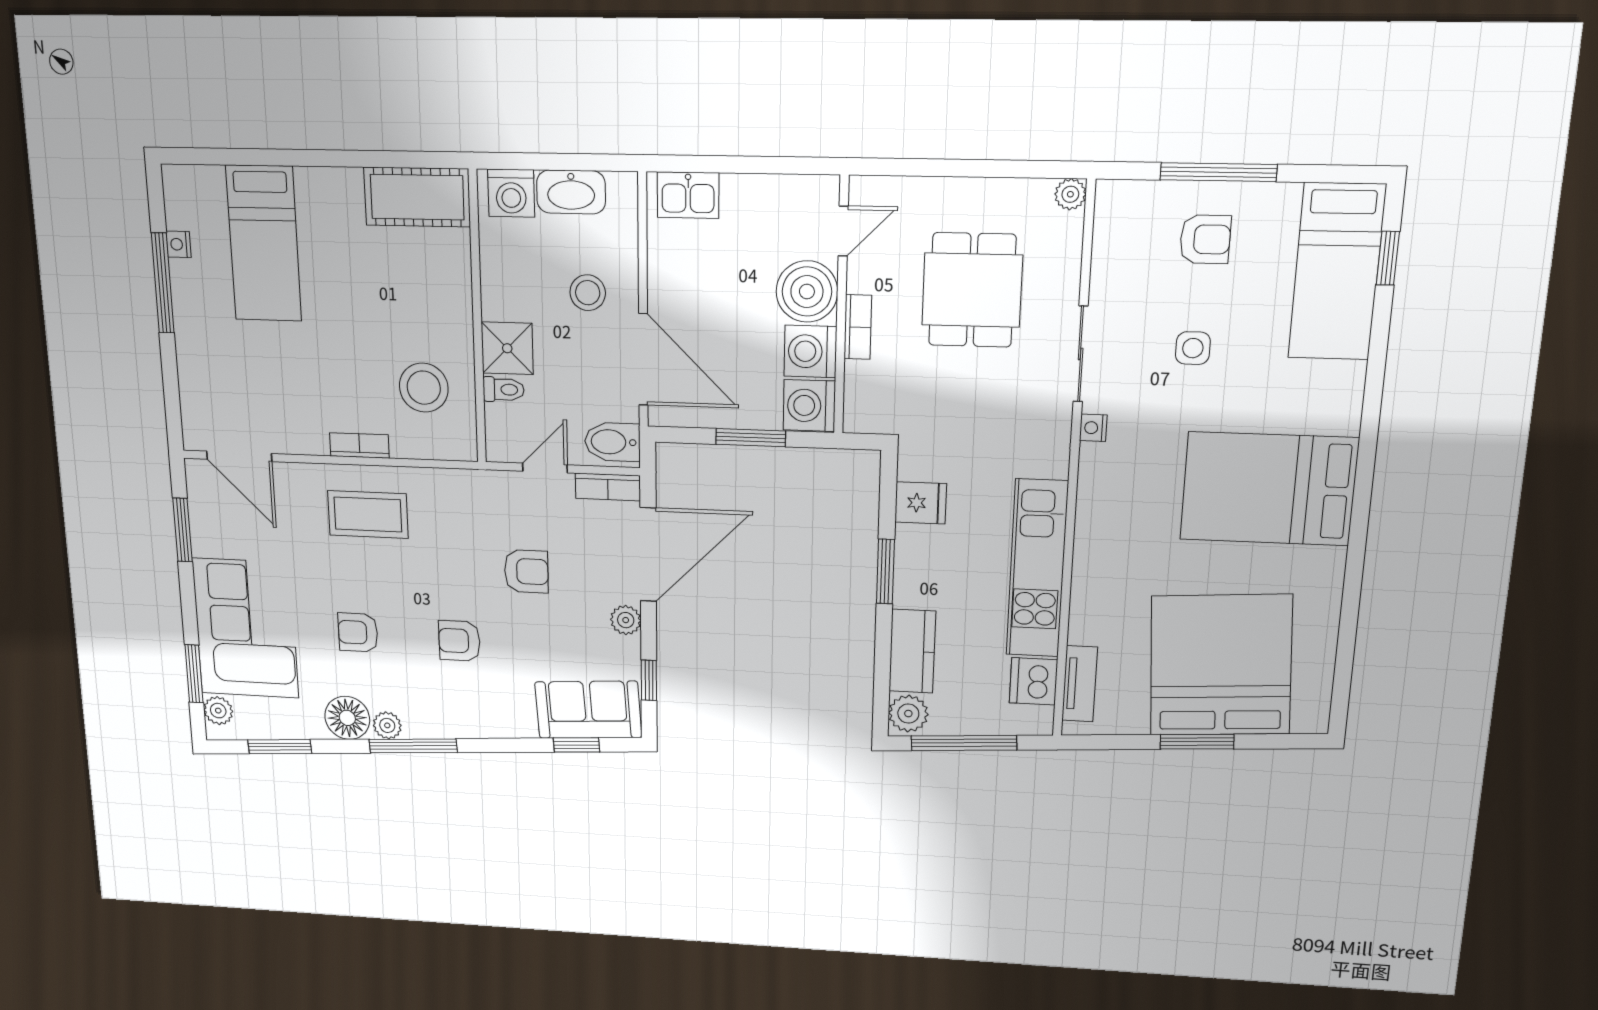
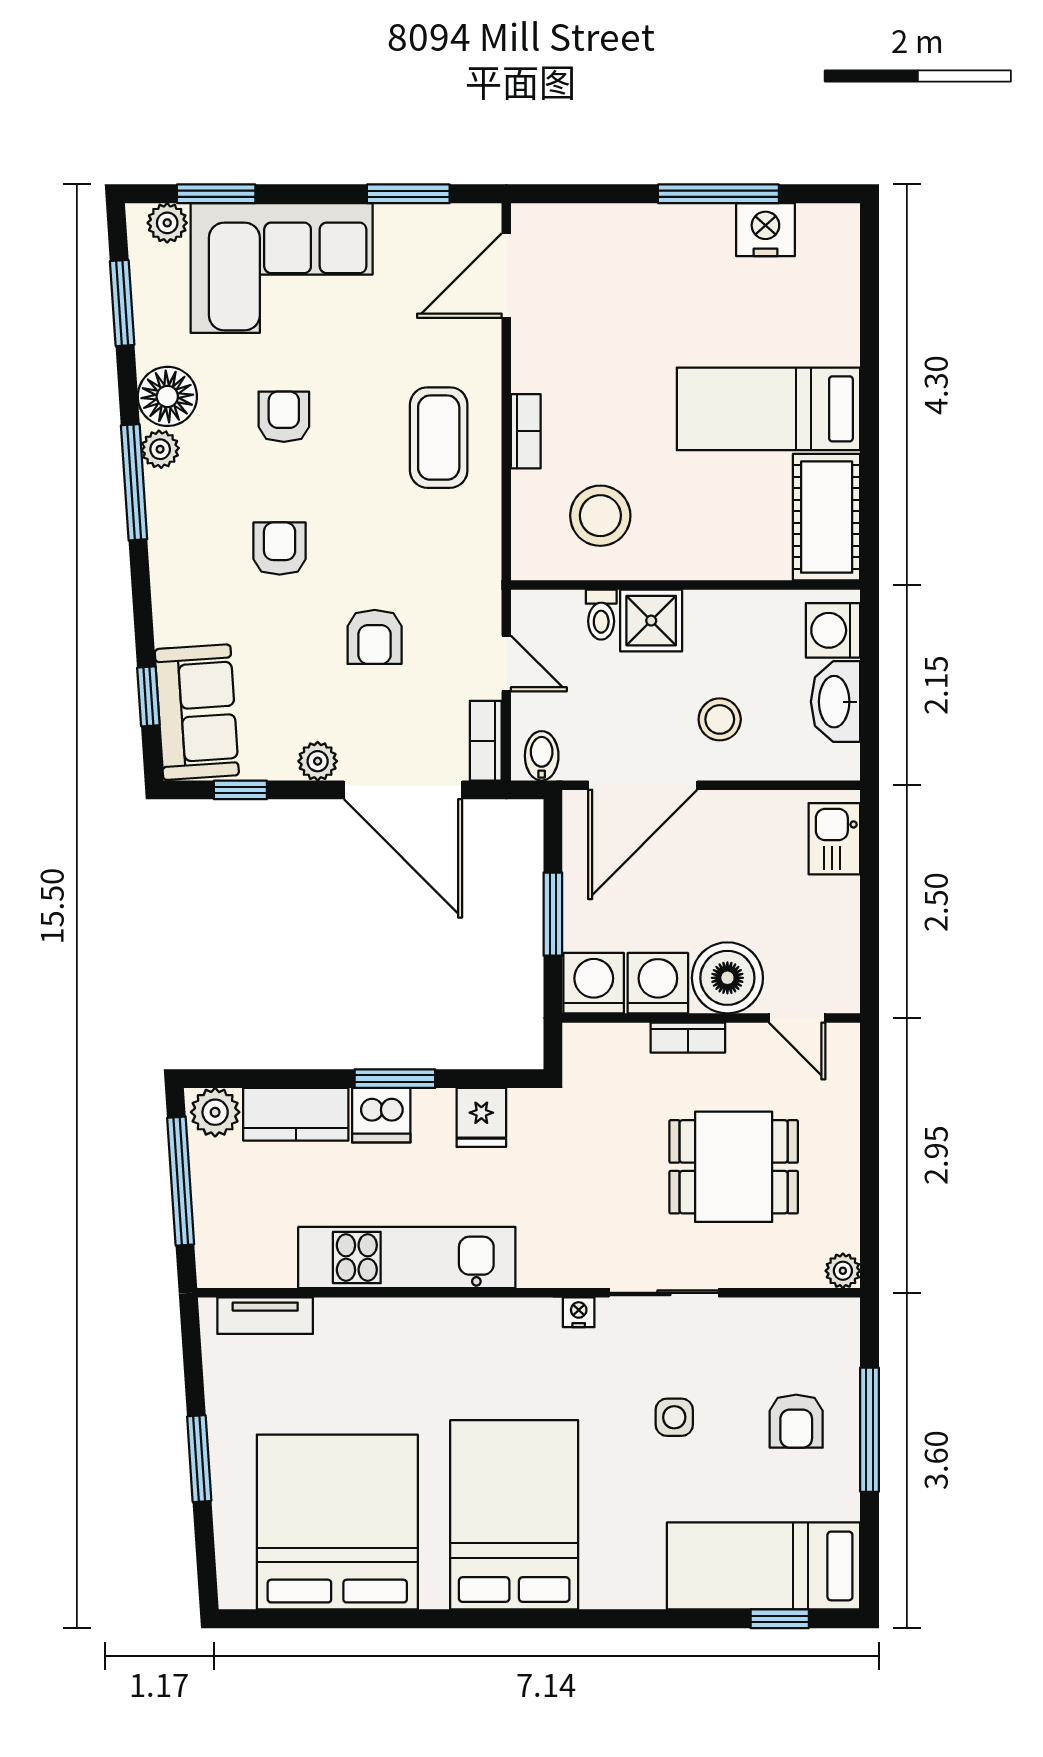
nightstand: (179, 244) -> (765, 230), width x1.89, depth x1.79
bed: (264, 244) -> (769, 409), moved
bidet: (612, 442) -> (542, 756), width x0.72, depth x0.74
bed: (1221, 665) -> (337, 1522), moved, turned -86
dishwasher: (1033, 681) -> (381, 1115), moved, turned 180

